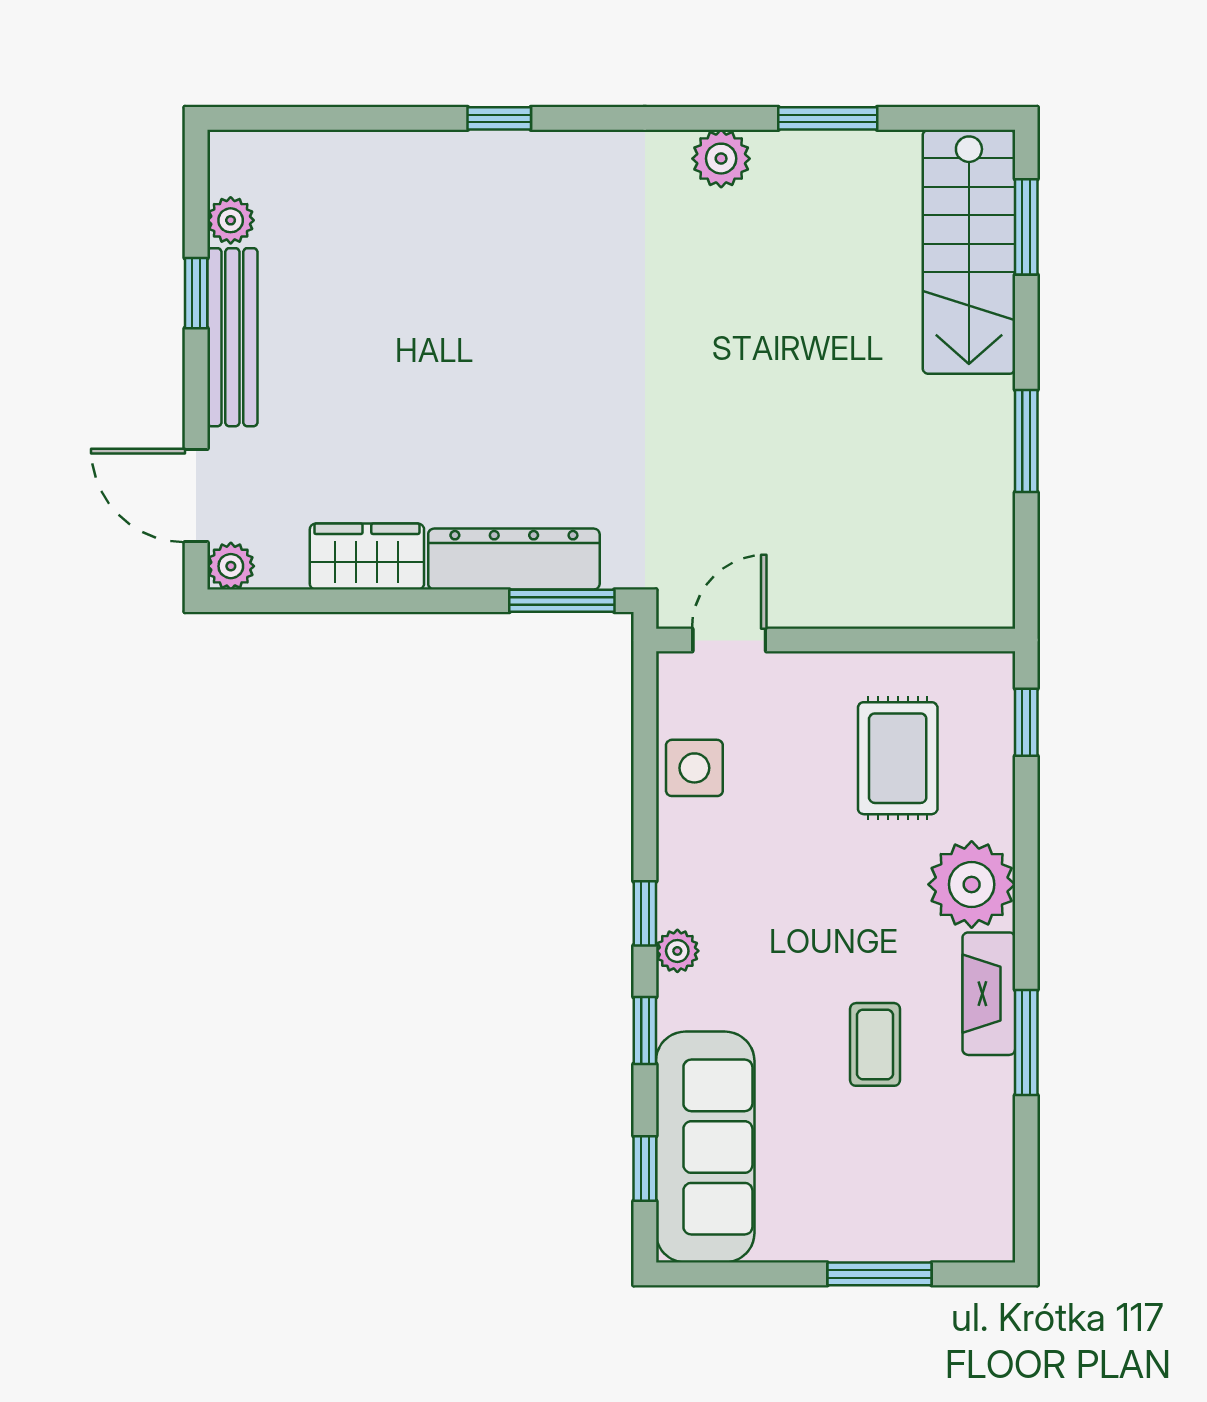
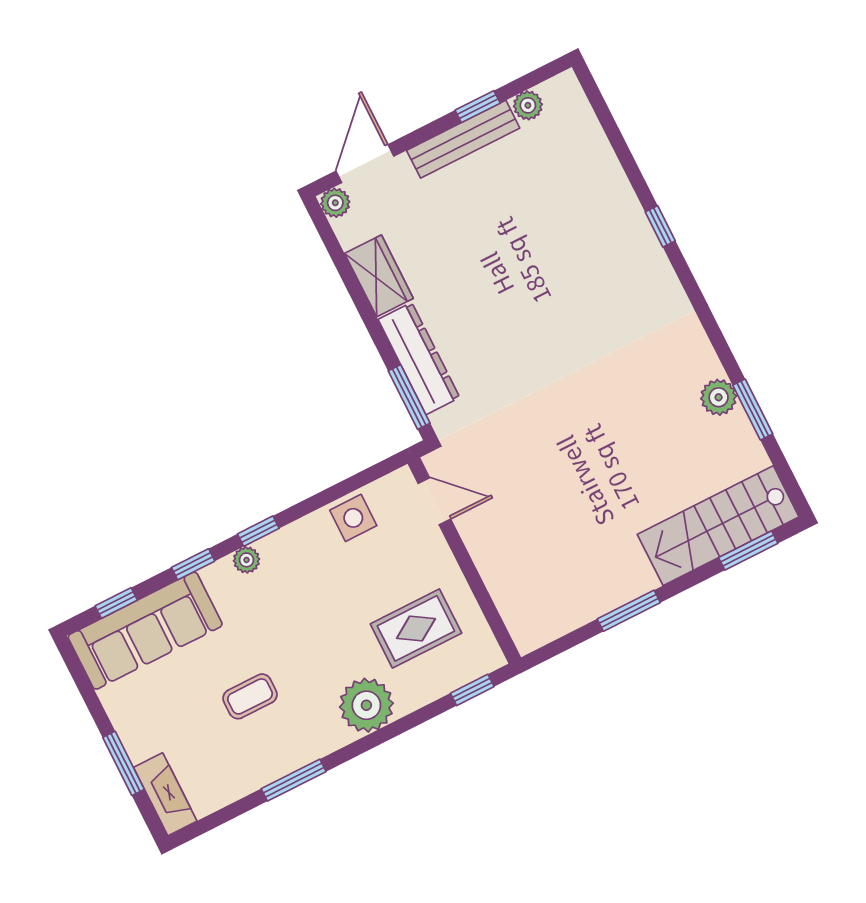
plant: (721, 159) -> (719, 397), moved
fireplace: (989, 994) -> (165, 794), moved, turned 90

